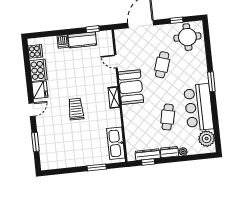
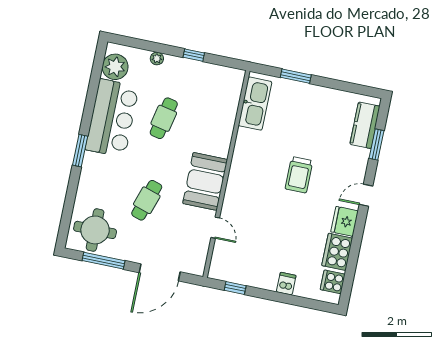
window: (177, 20) -> (103, 261), width x2.17
kitchen counter: (82, 40) -> (365, 125), moved, turned -90
shelving: (114, 97) -> (236, 174), removed
dresser: (169, 152) -> (178, 64), removed
dresser: (148, 155) -> (212, 71), removed
window: (148, 162) -> (194, 55), moved

